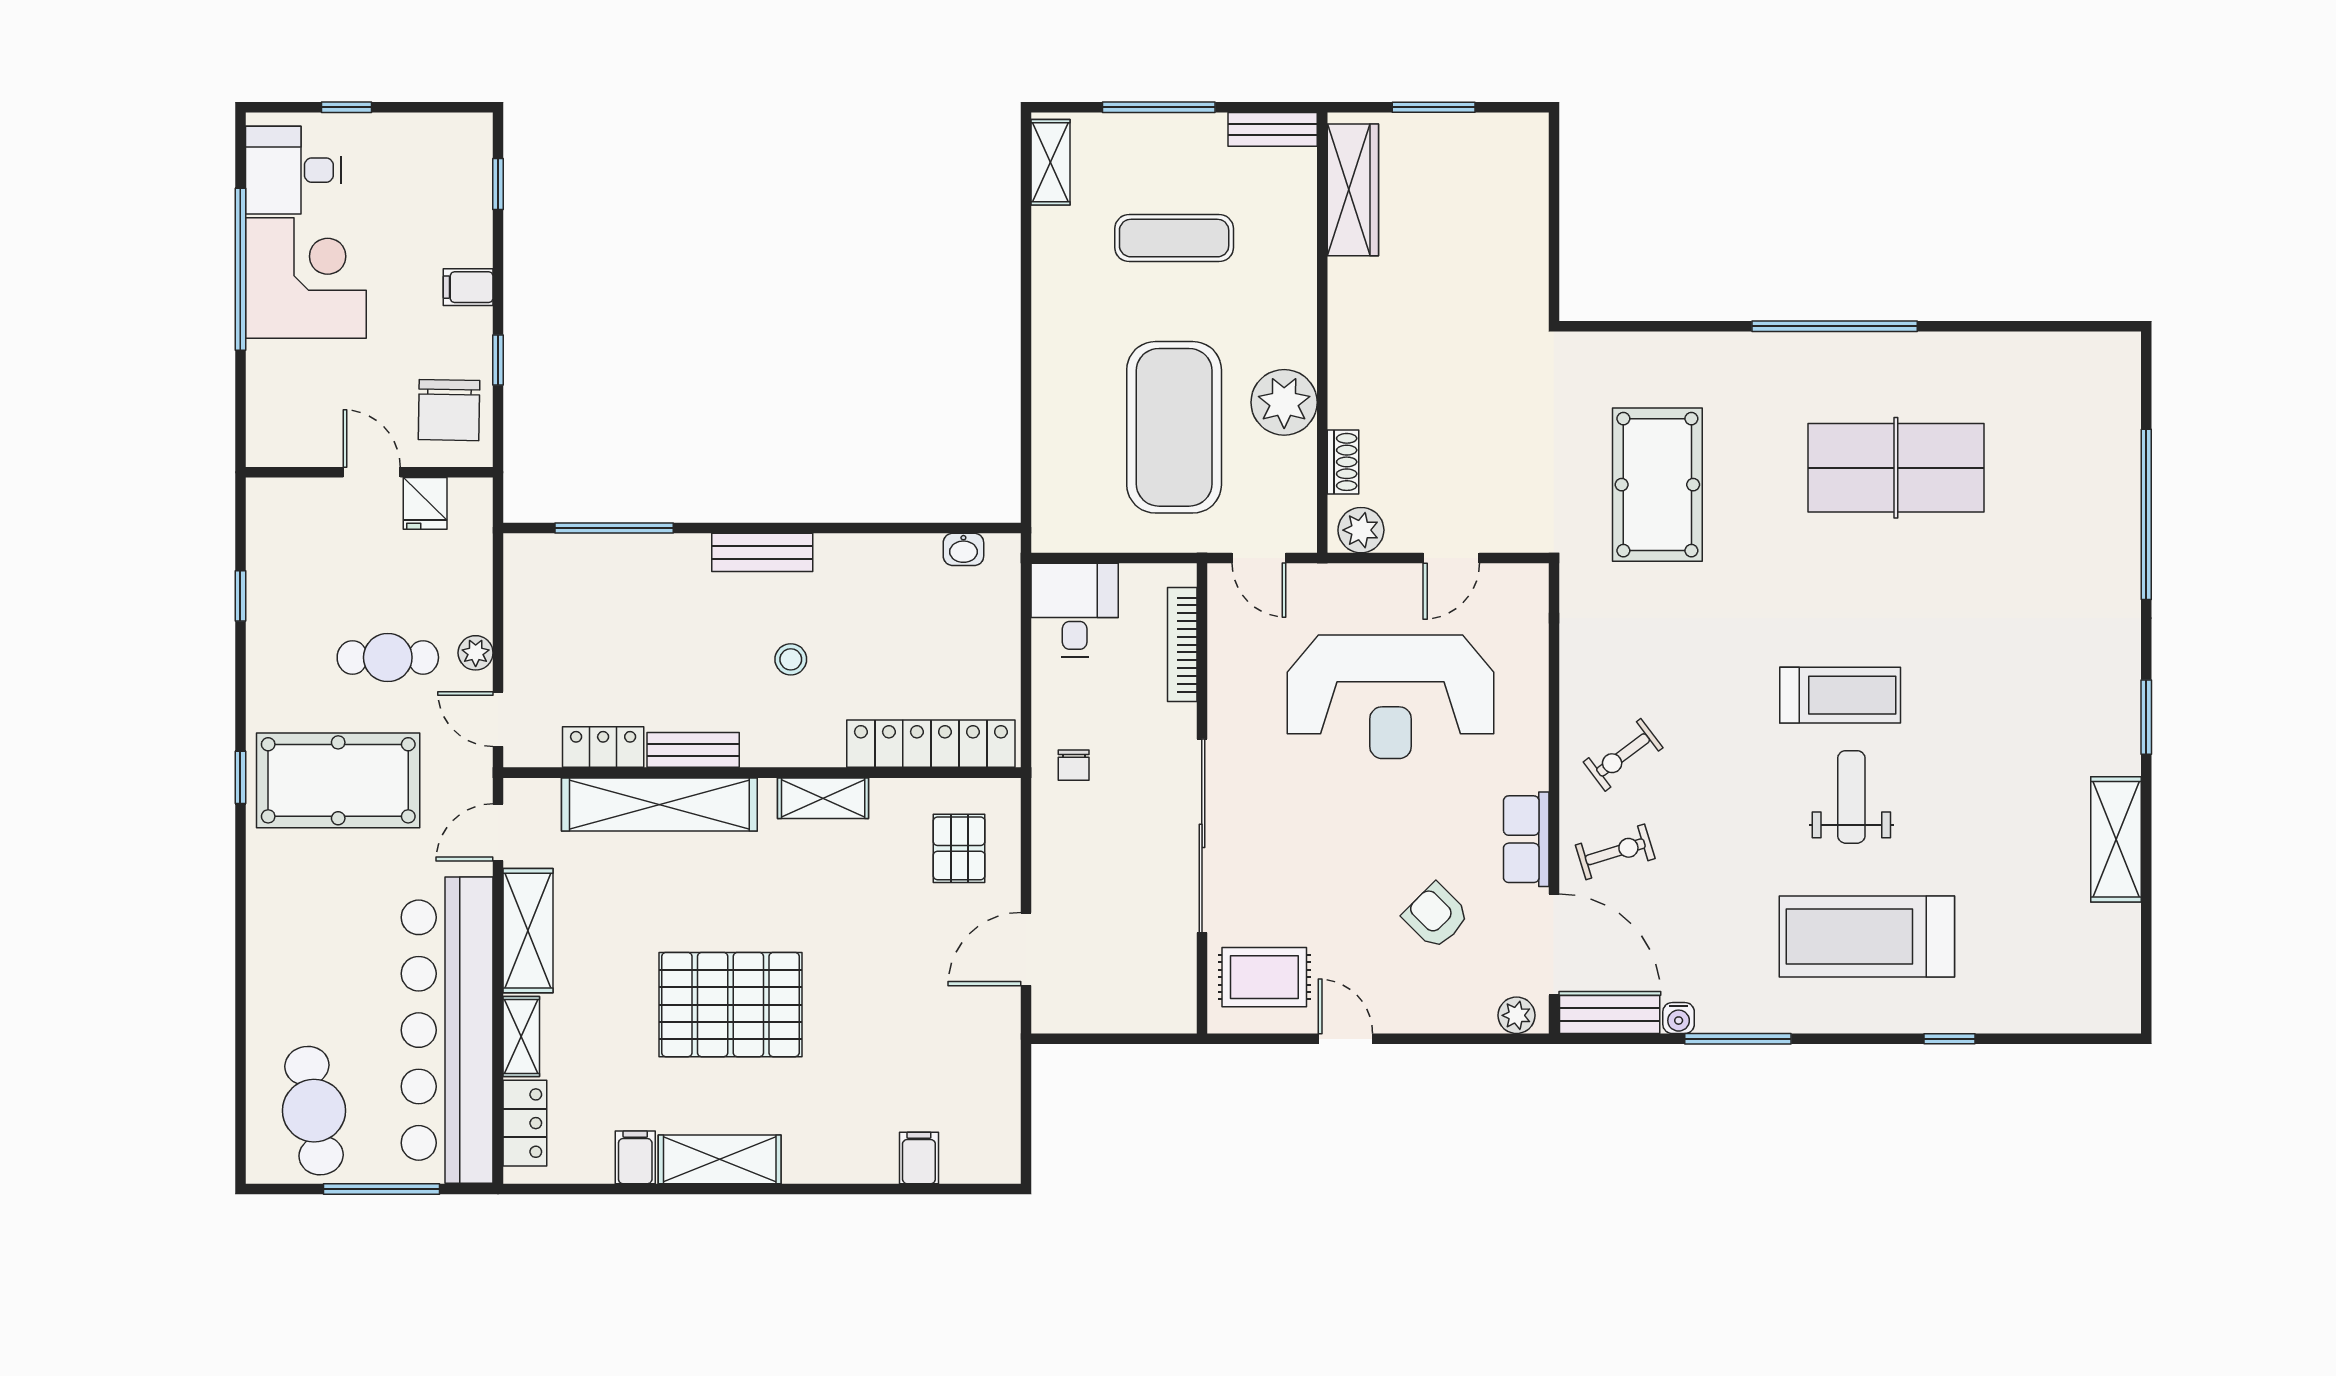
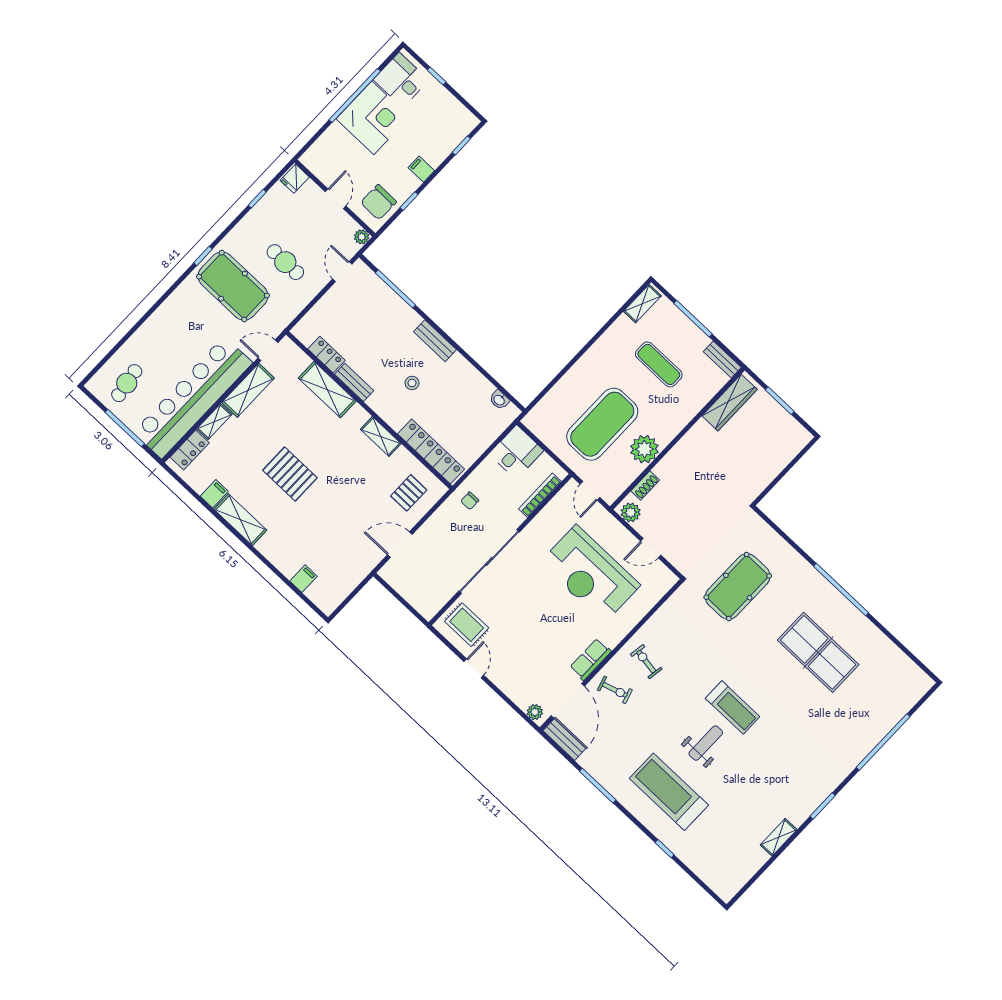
fridge: (425, 503) -> (295, 179), moved
plant: (476, 653) -> (362, 237), moved
door: (498, 719) -> (342, 272), moved
exercise bike: (1623, 755) -> (646, 662), turned 46
shelving: (659, 804) -> (327, 390), width x0.68
shelving: (2116, 839) -> (779, 837), width x0.67, depth x0.75
armchair: (1436, 916) -> (539, 657), removed
pallet: (730, 1005) -> (290, 474), width x0.73, depth x0.71
water cooler: (1679, 1018) -> (585, 761), removed
cafe table: (314, 1111) -> (127, 383), width x0.73, depth x0.74

